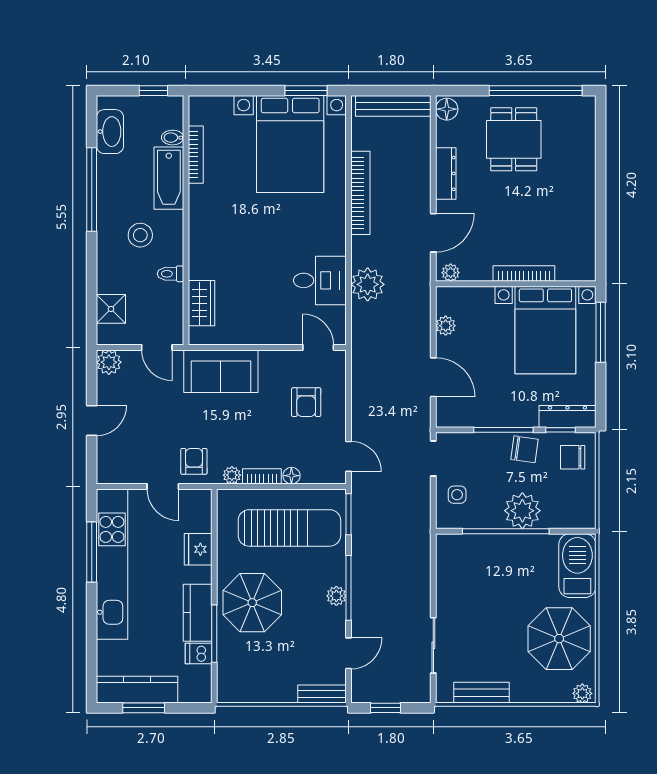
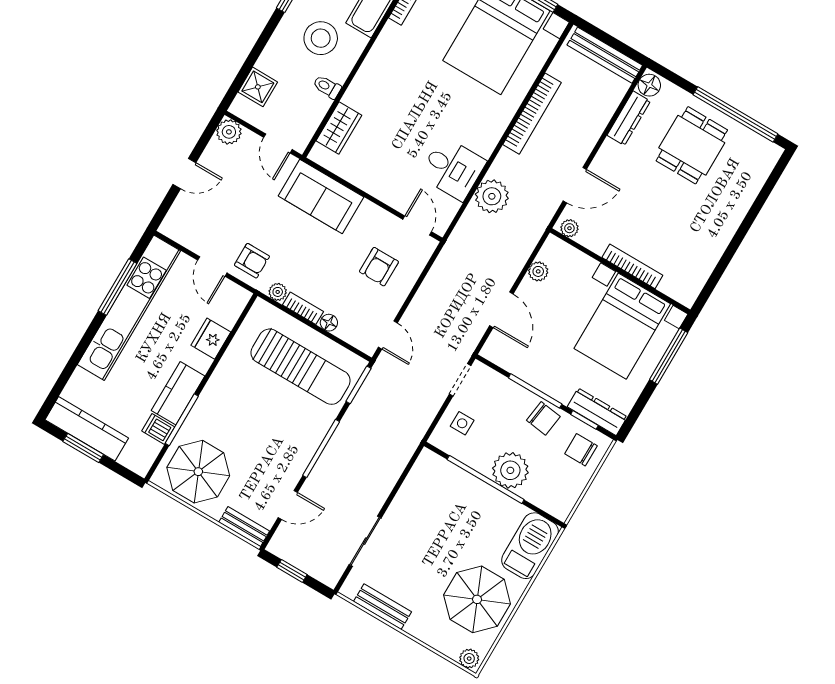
dresser: (446, 173) -> (629, 118), moved
stool: (140, 235) -> (321, 38), width x1.38, depth x1.38
armchair: (194, 461) -> (252, 261), turned 90
plant: (336, 596) -> (306, 449), removed
parasol: (252, 603) -> (198, 472), moved

